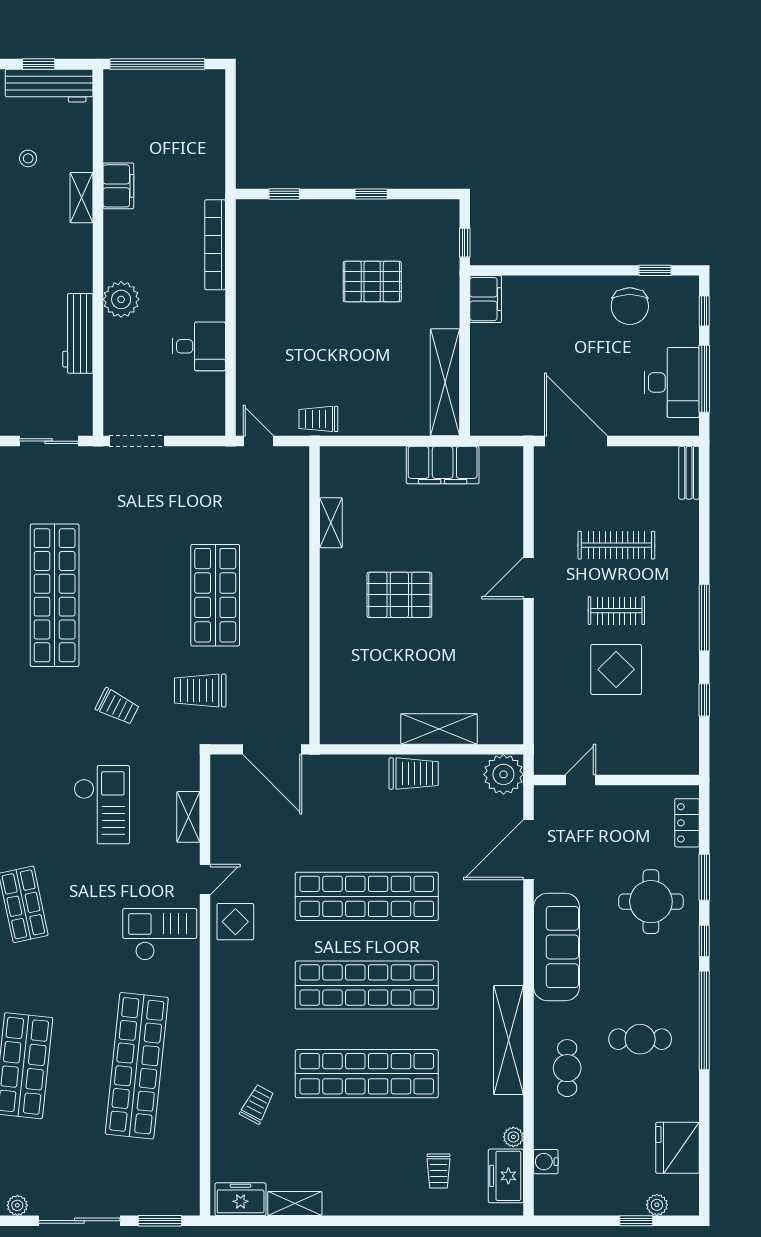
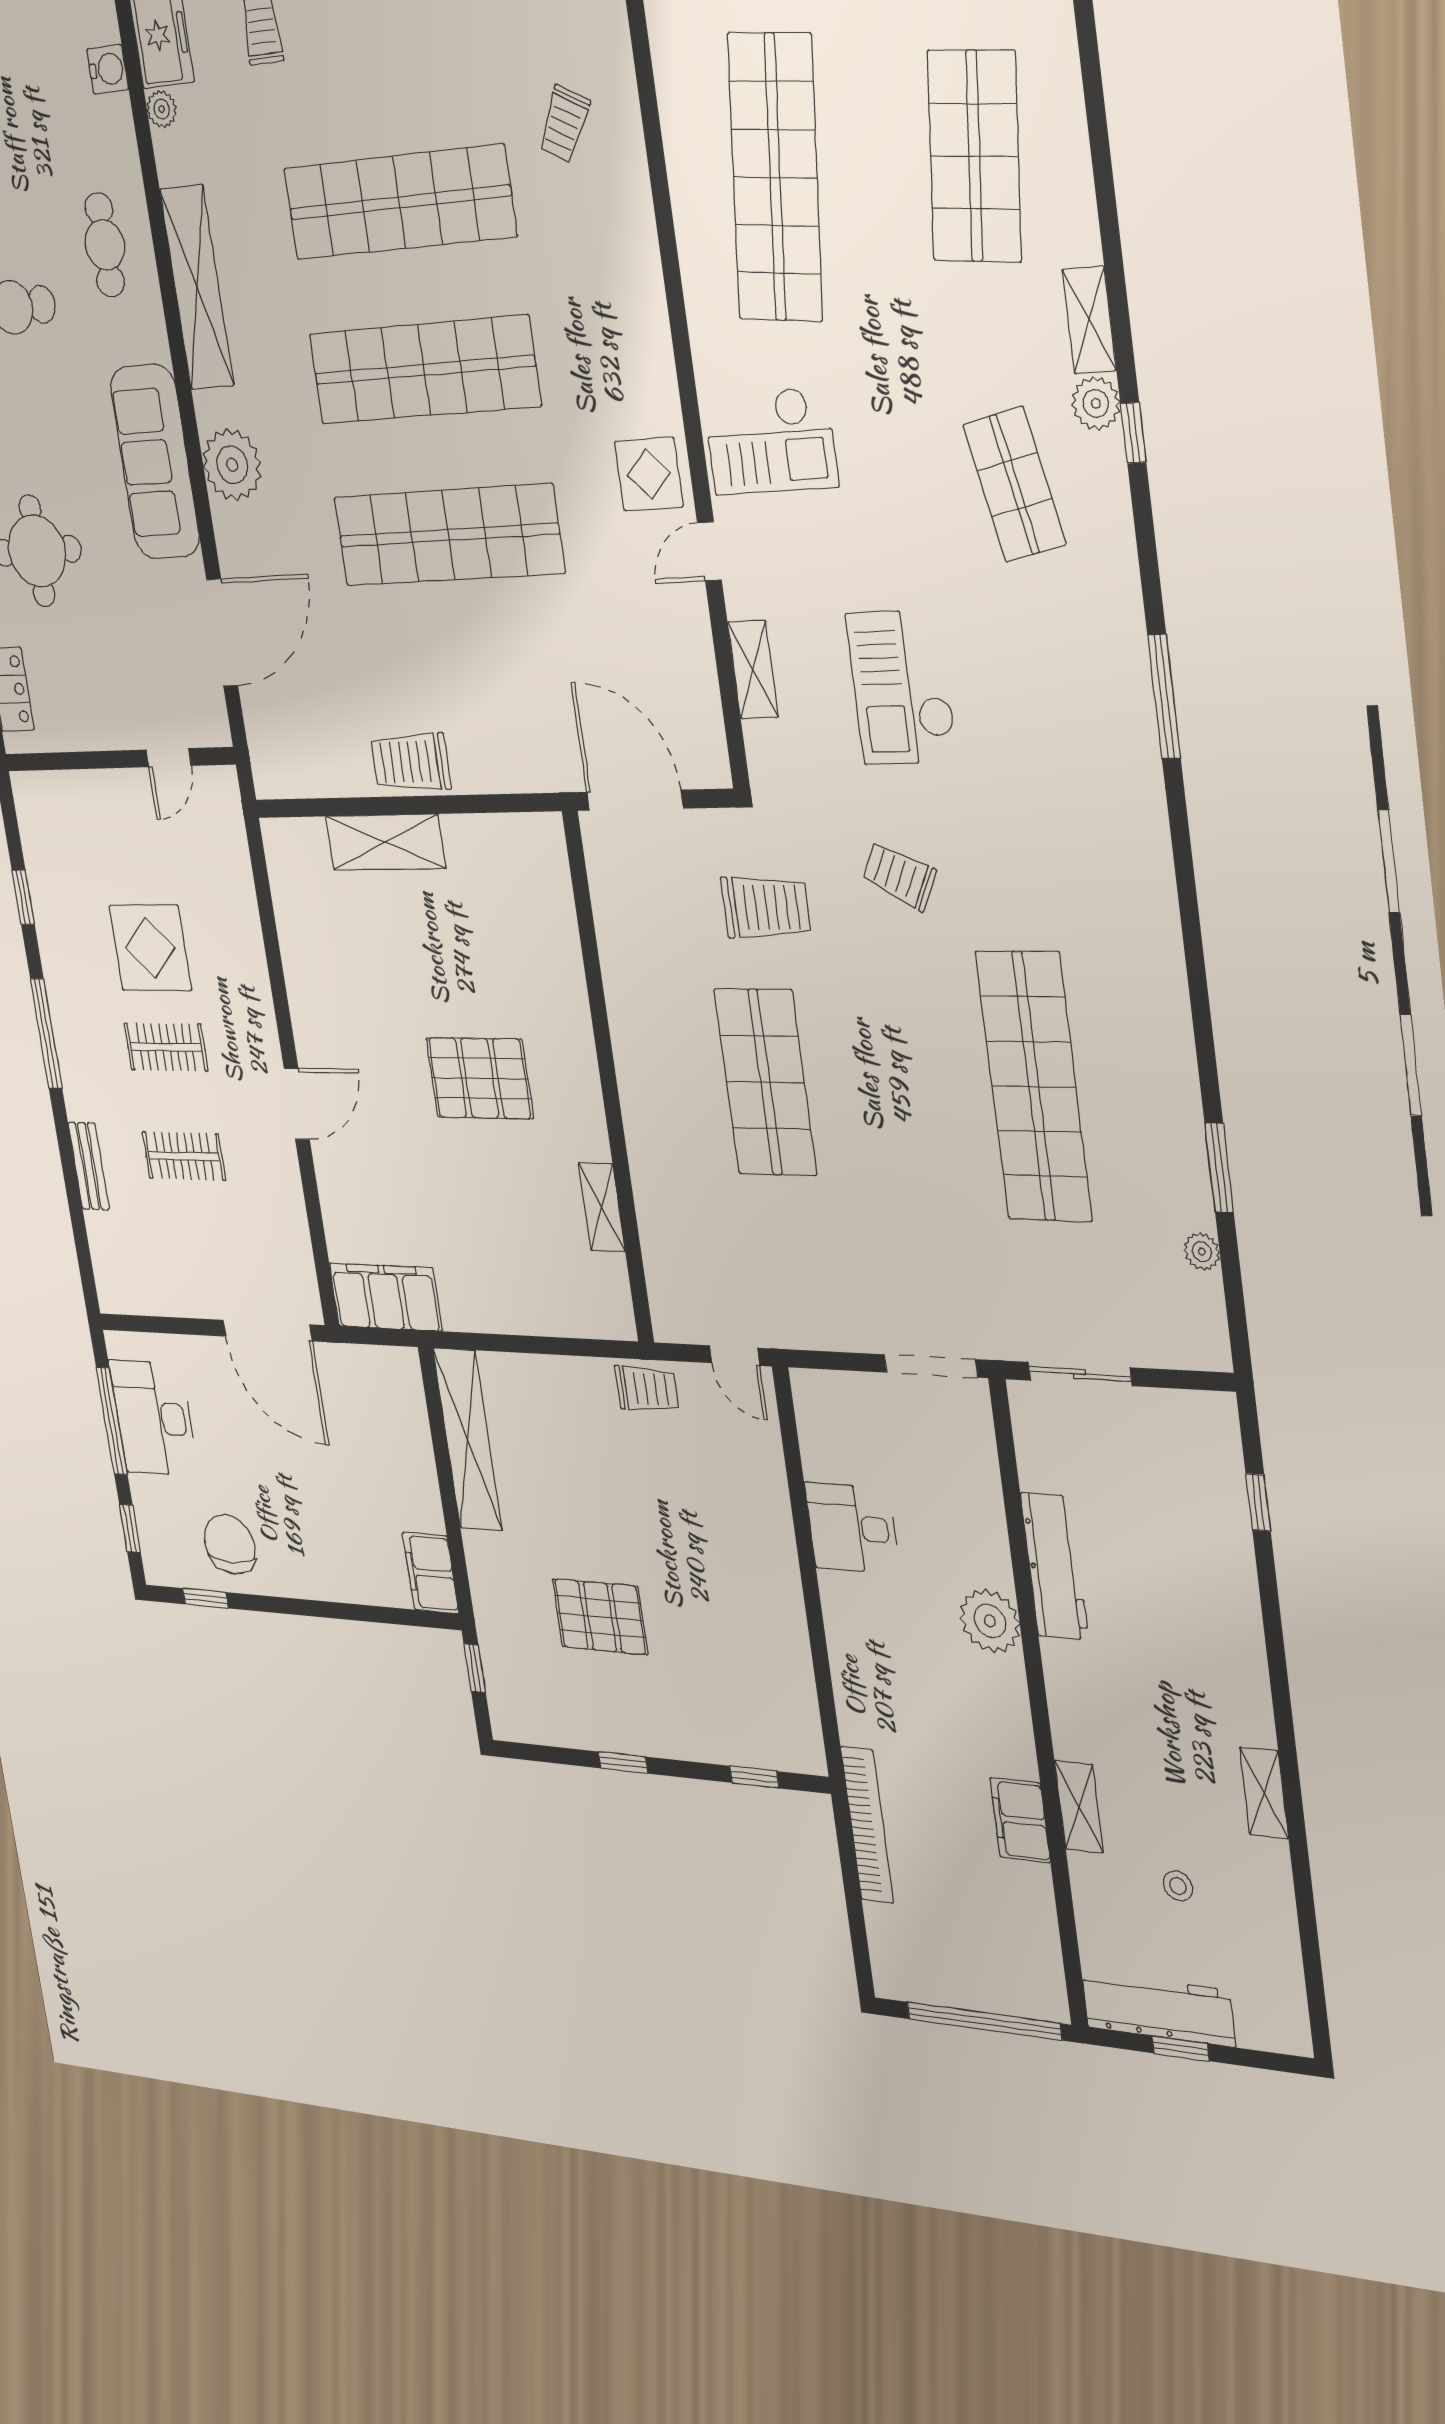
bookcase: (215, 245) -> (867, 1825), moved
filing cabinet: (443, 465) -> (386, 1297), moved
bench: (689, 473) -> (89, 1166), moved
clothes rail: (616, 545) -> (184, 1156), width x0.73
plant: (503, 774) -> (232, 465), moved

